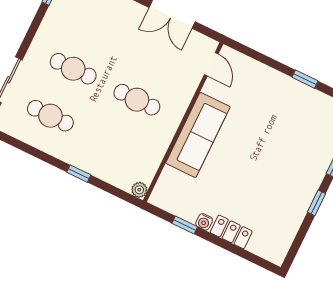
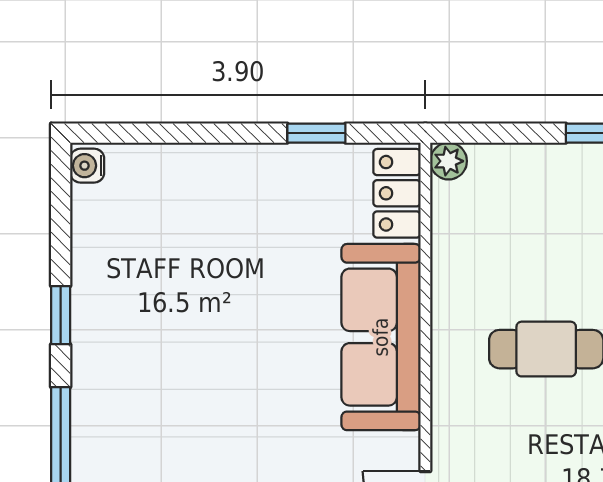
water cooler: (204, 222) -> (87, 166), moved, turned -90
locker: (231, 232) -> (397, 193), moved, turned 90

